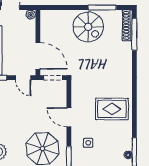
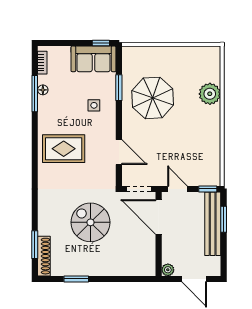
window: (102, 8) -> (76, 279), width x0.69
spiral stairs: (88, 27) -> (90, 222), moved
window: (134, 34) -> (35, 245), width x0.69
door: (69, 117) -> (119, 152), moved

